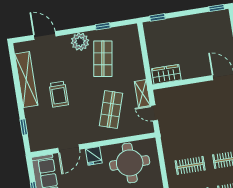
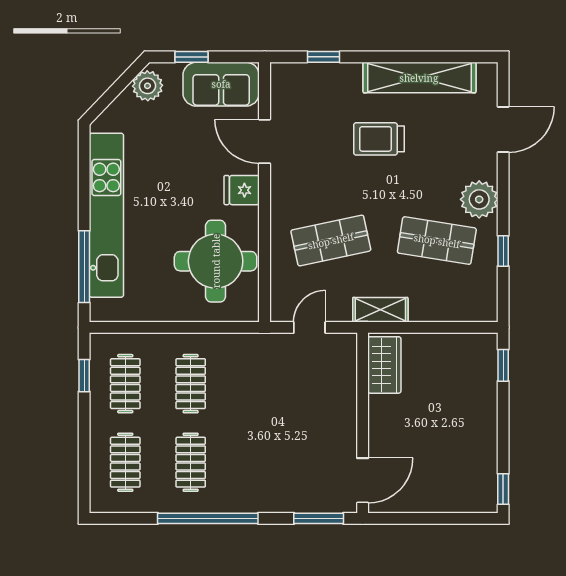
shelving: (142, 94) -> (380, 310), moved
shop shelf: (111, 109) -> (331, 241), turned -30

